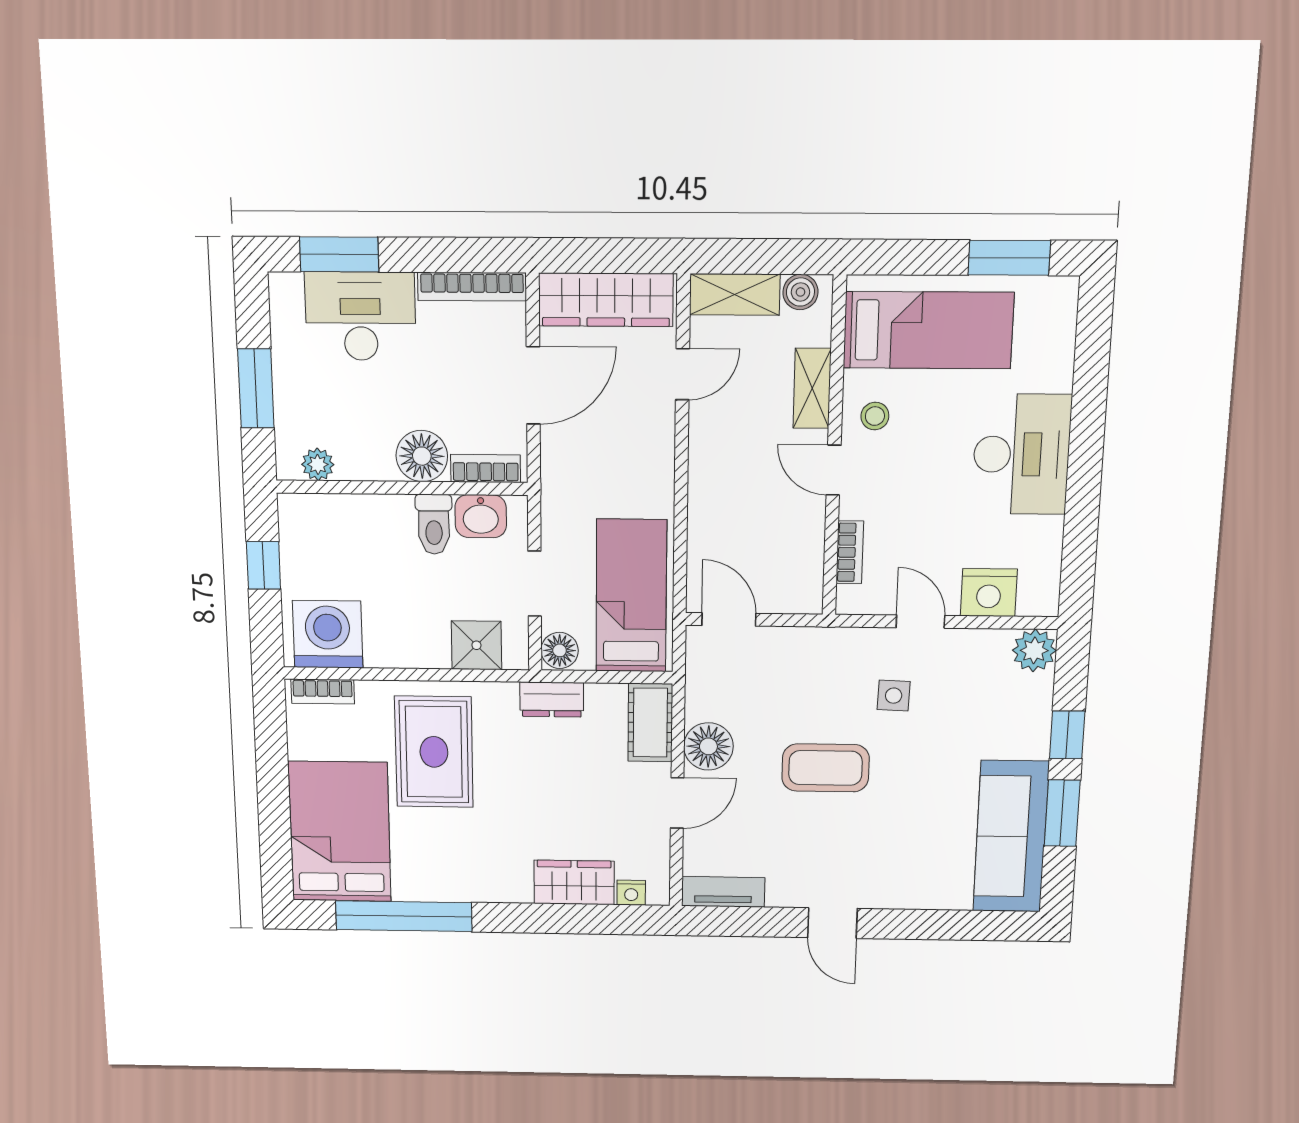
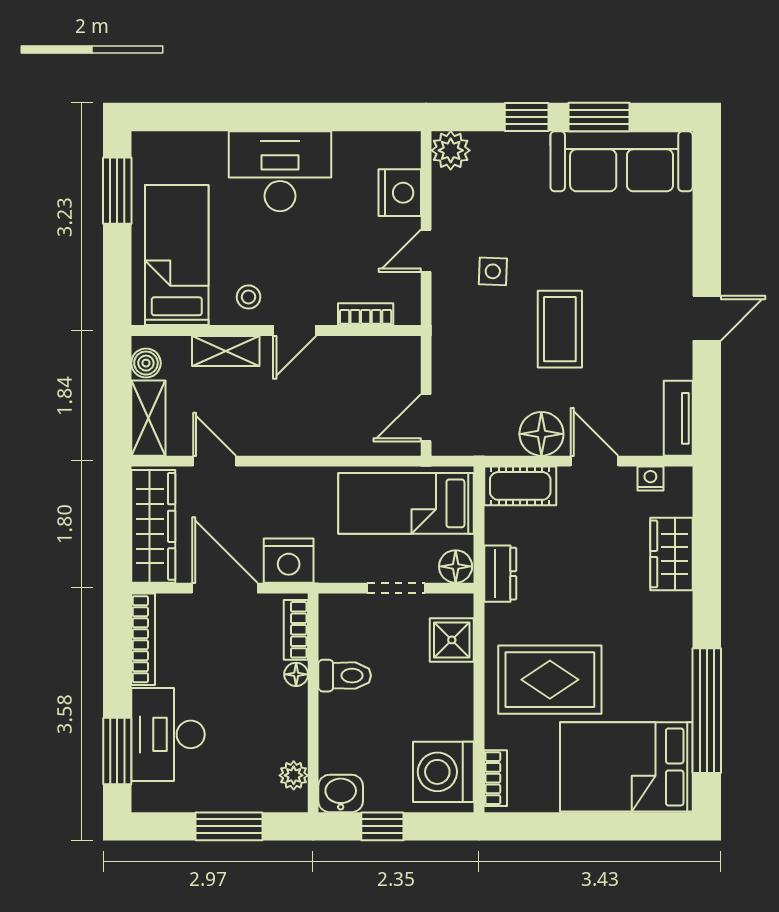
floor lamp: (422, 456) -> (296, 674), width x0.53, depth x0.53
nightstand: (566, 461) -> (289, 561), added
washbasin: (481, 516) -> (341, 793), moved, turned -90
nightstand: (631, 893) -> (650, 478), moved, turned -90

